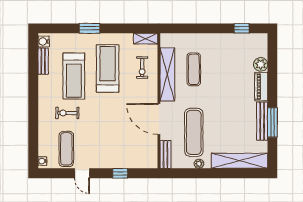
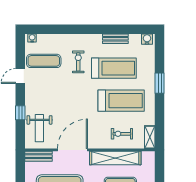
bench: (43, 61) -> (115, 39), moved
treadmill: (74, 76) -> (114, 68), turned 180
weight bench: (136, 153) -> (39, 128), added

